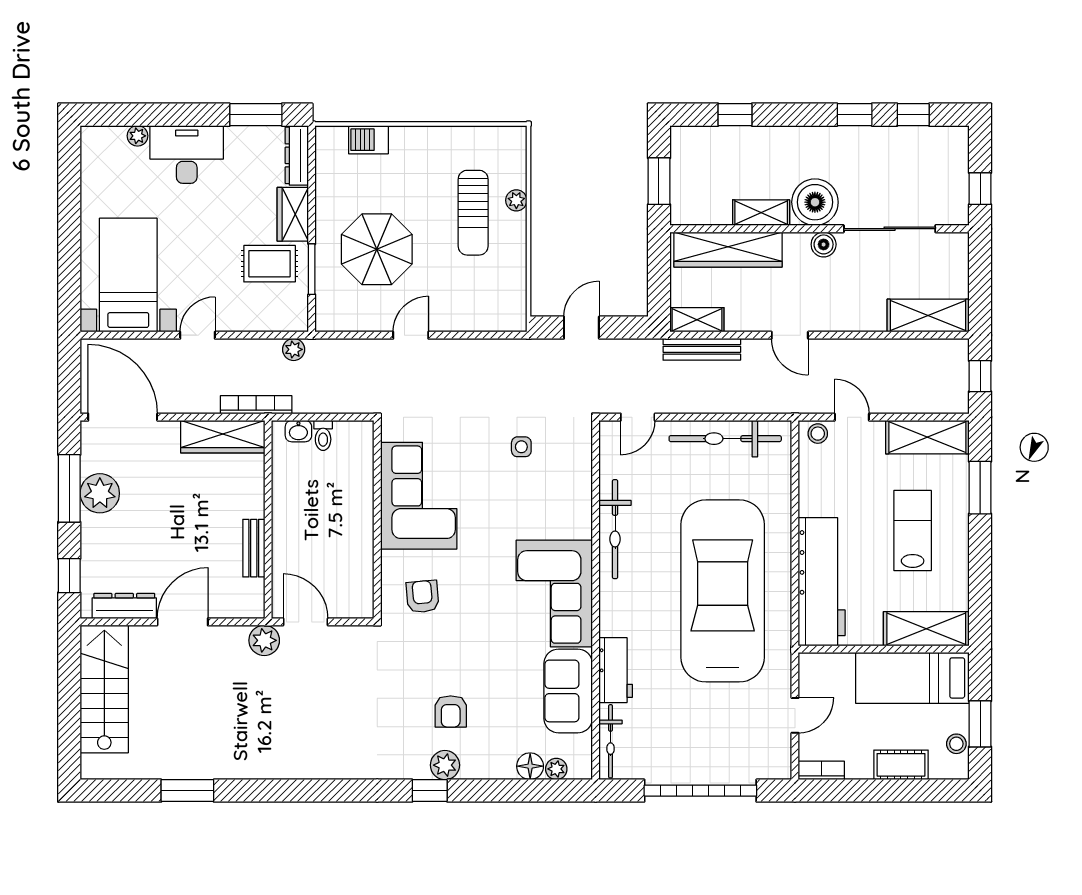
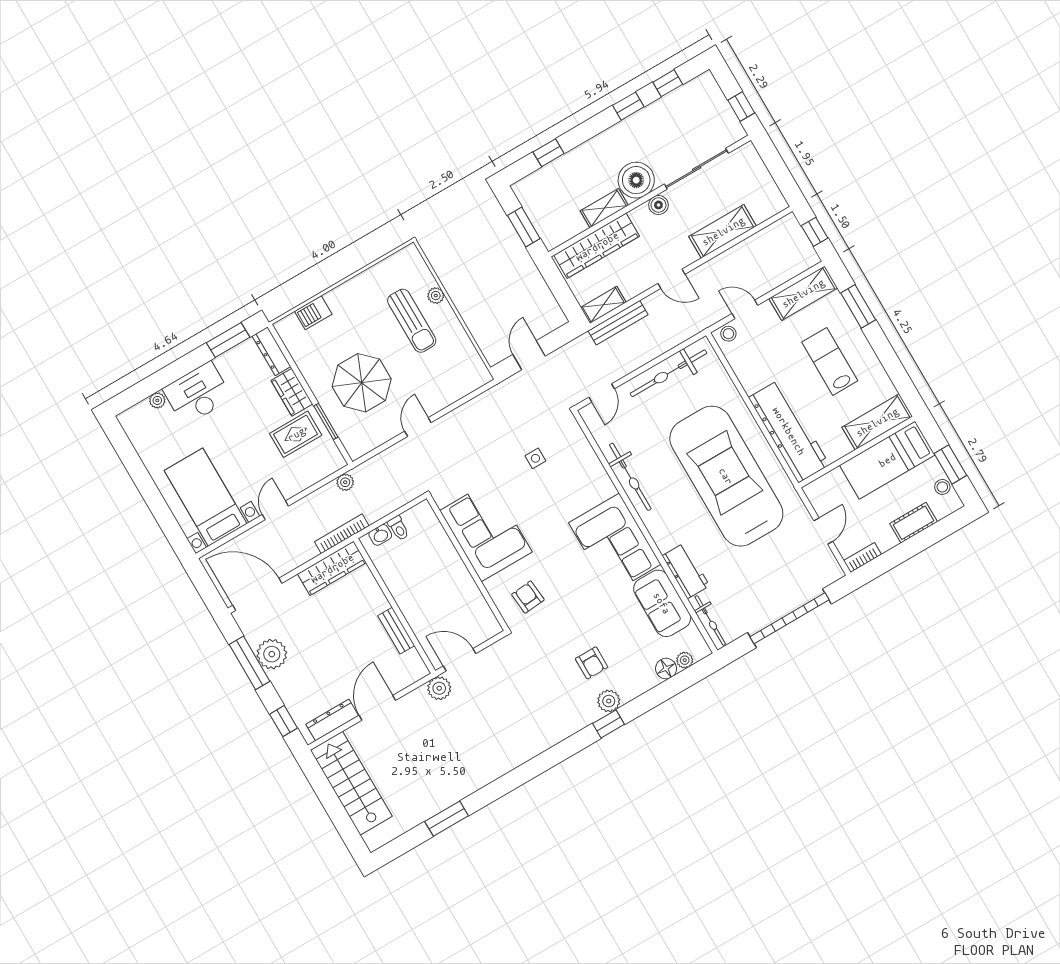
shelving: (928, 316) -> (723, 231), moved

